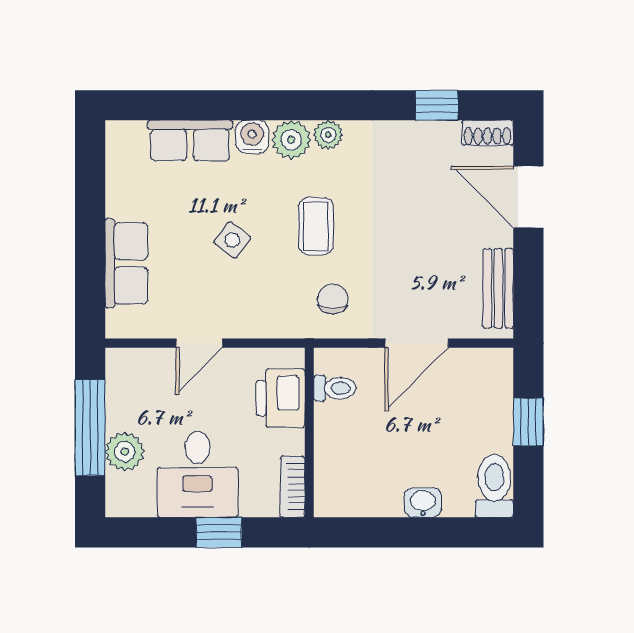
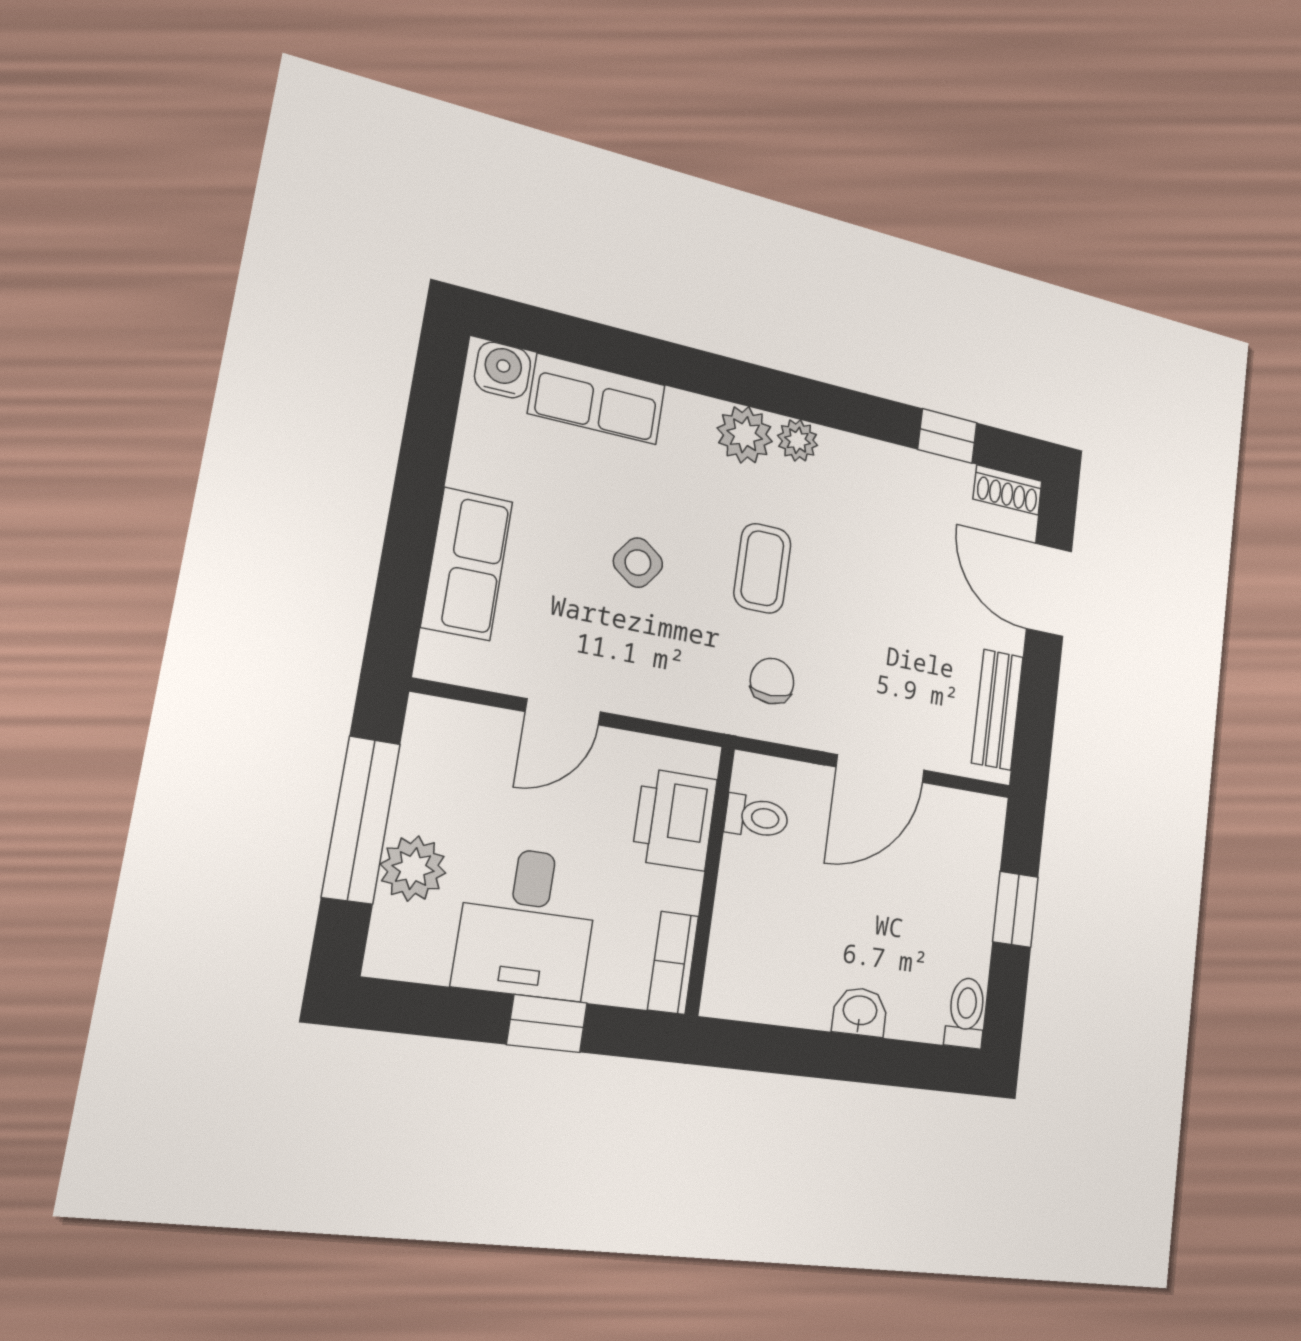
water cooler: (252, 137) -> (503, 370), moved
toilet: (494, 486) -> (966, 1013), width x0.73, depth x0.72

